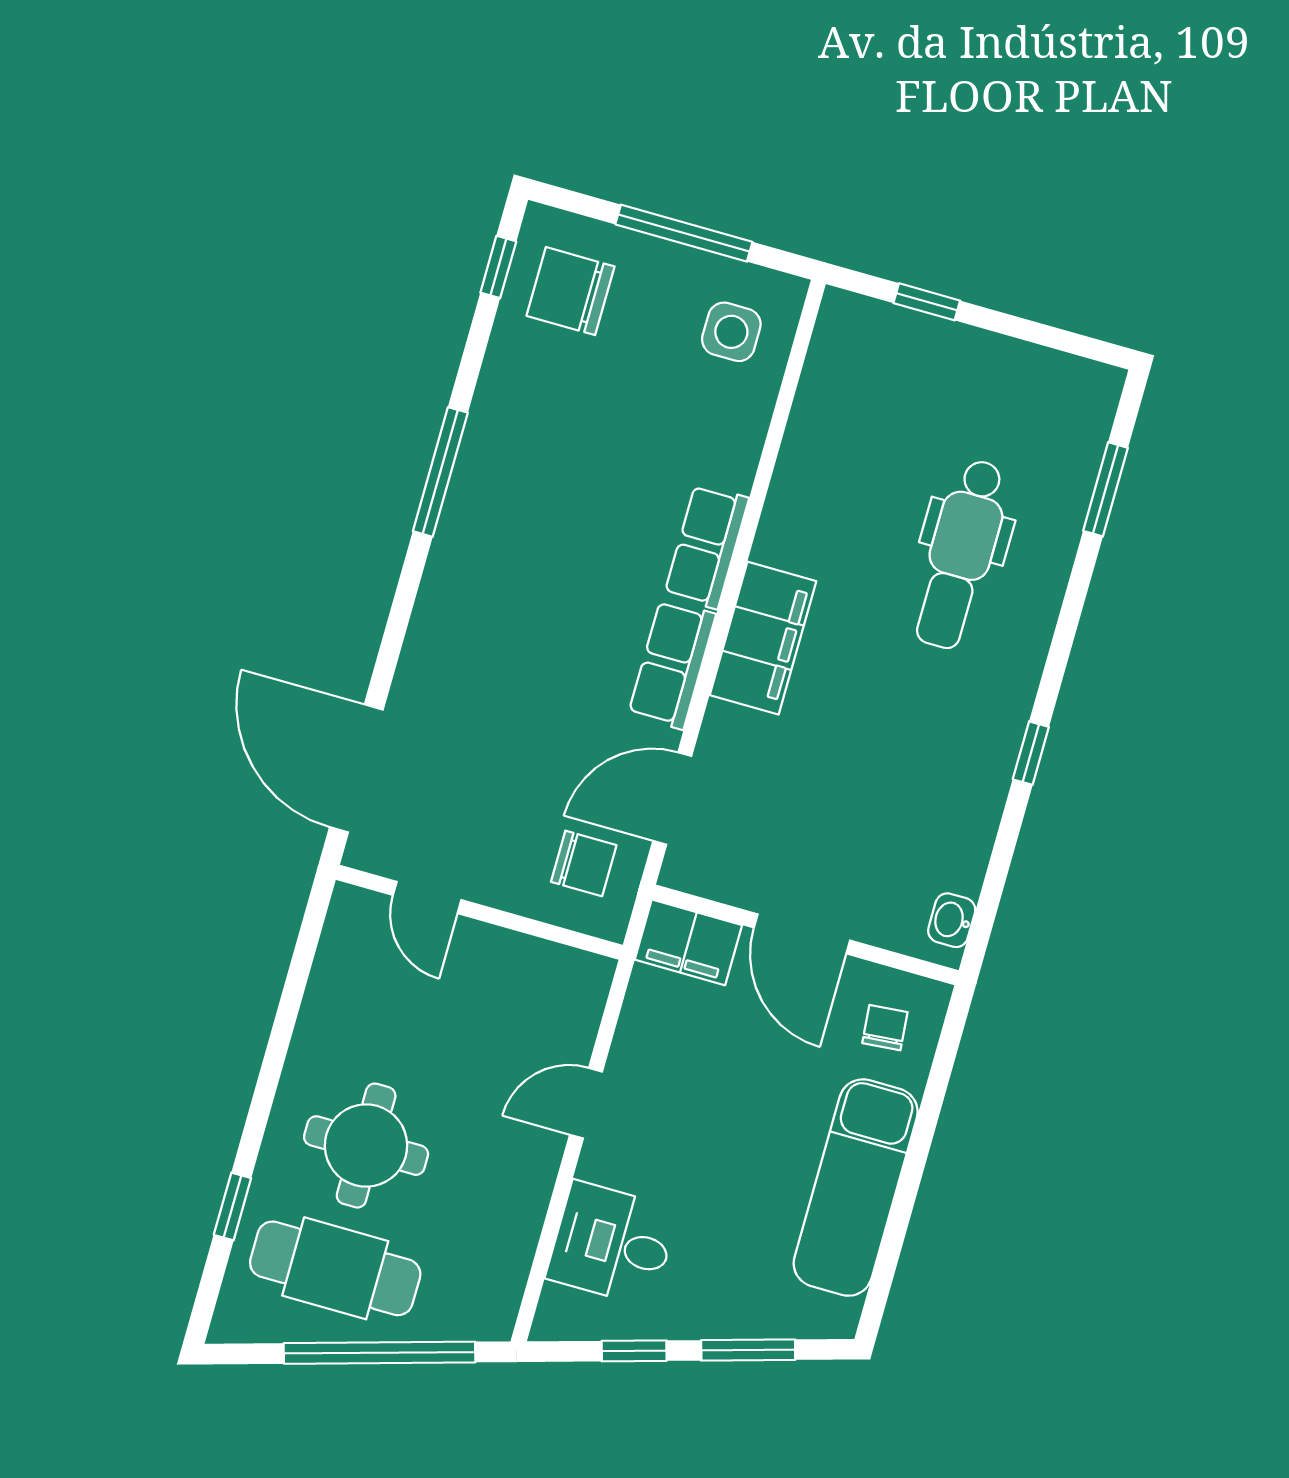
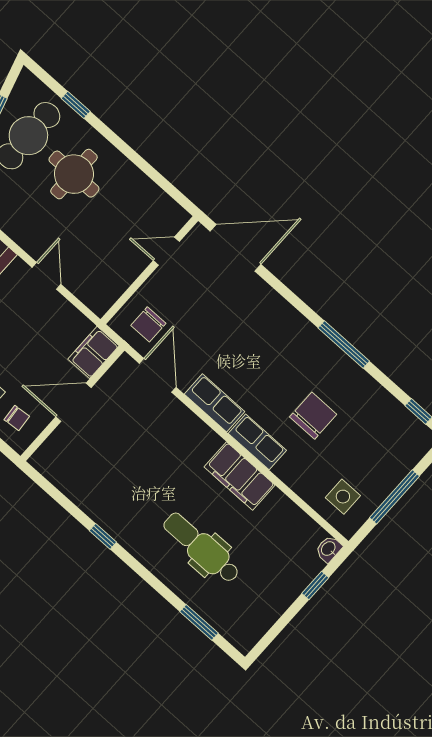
chair: (571, 291) -> (313, 416), moved
filing cabinet: (763, 638) -> (240, 476), moved
washbasin: (952, 920) -> (329, 549), moved, turned -90

